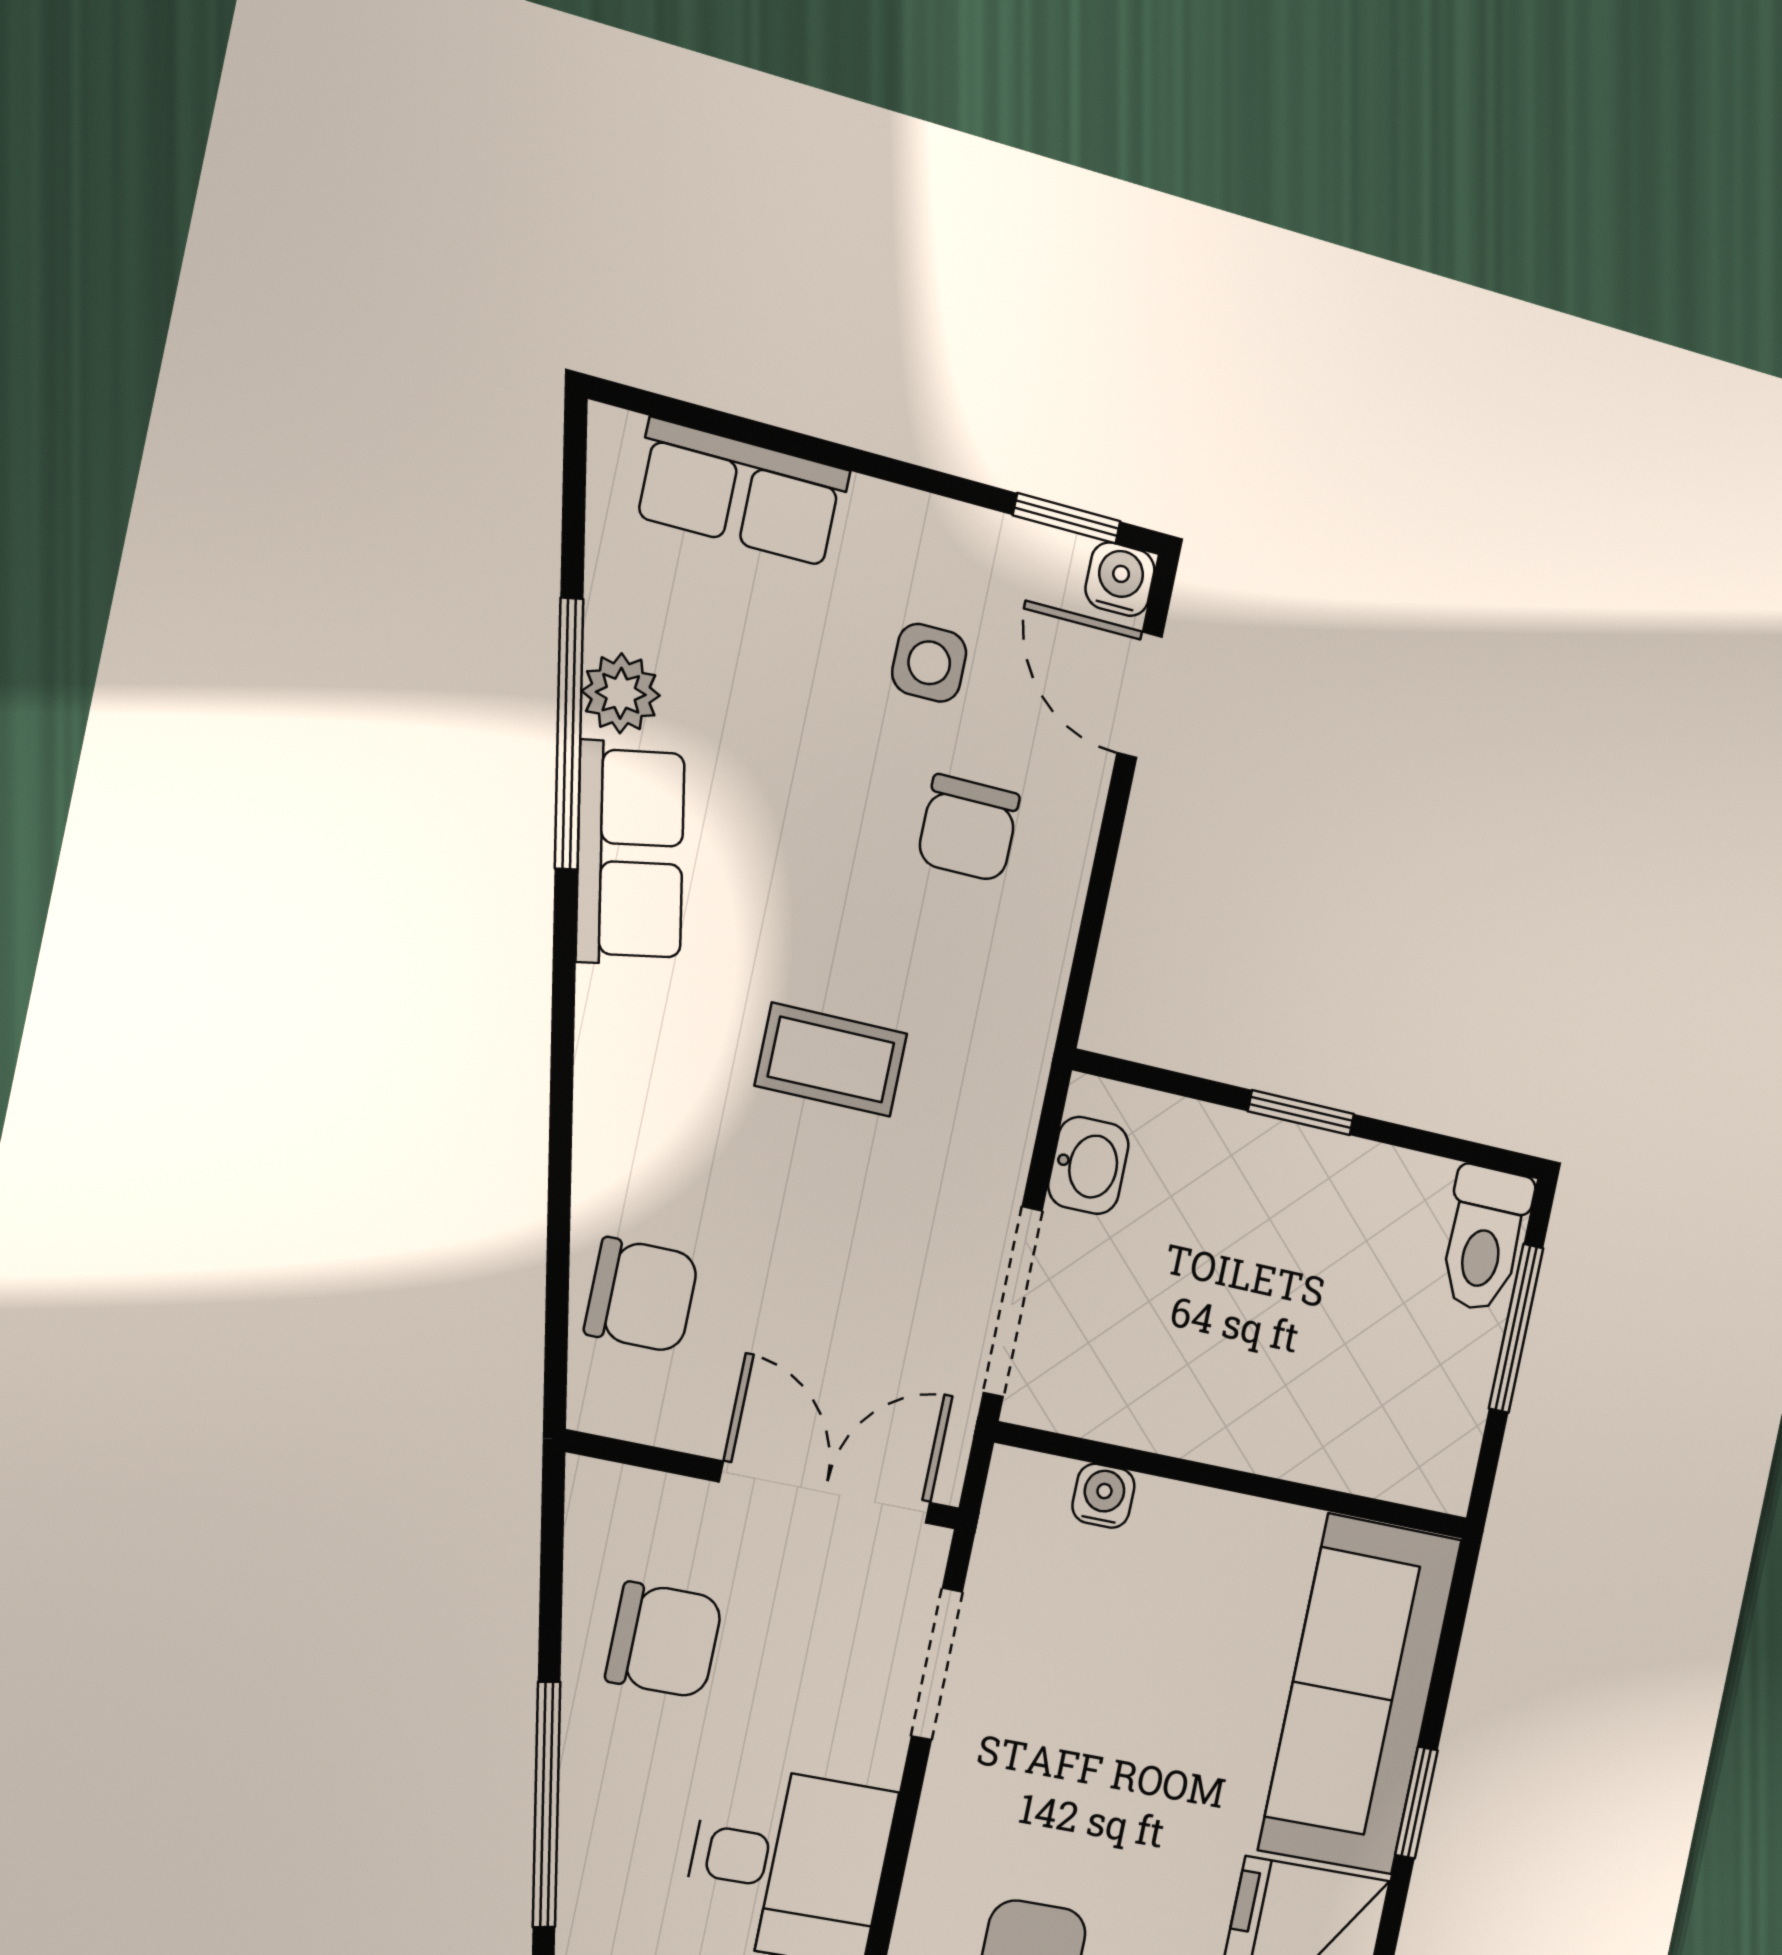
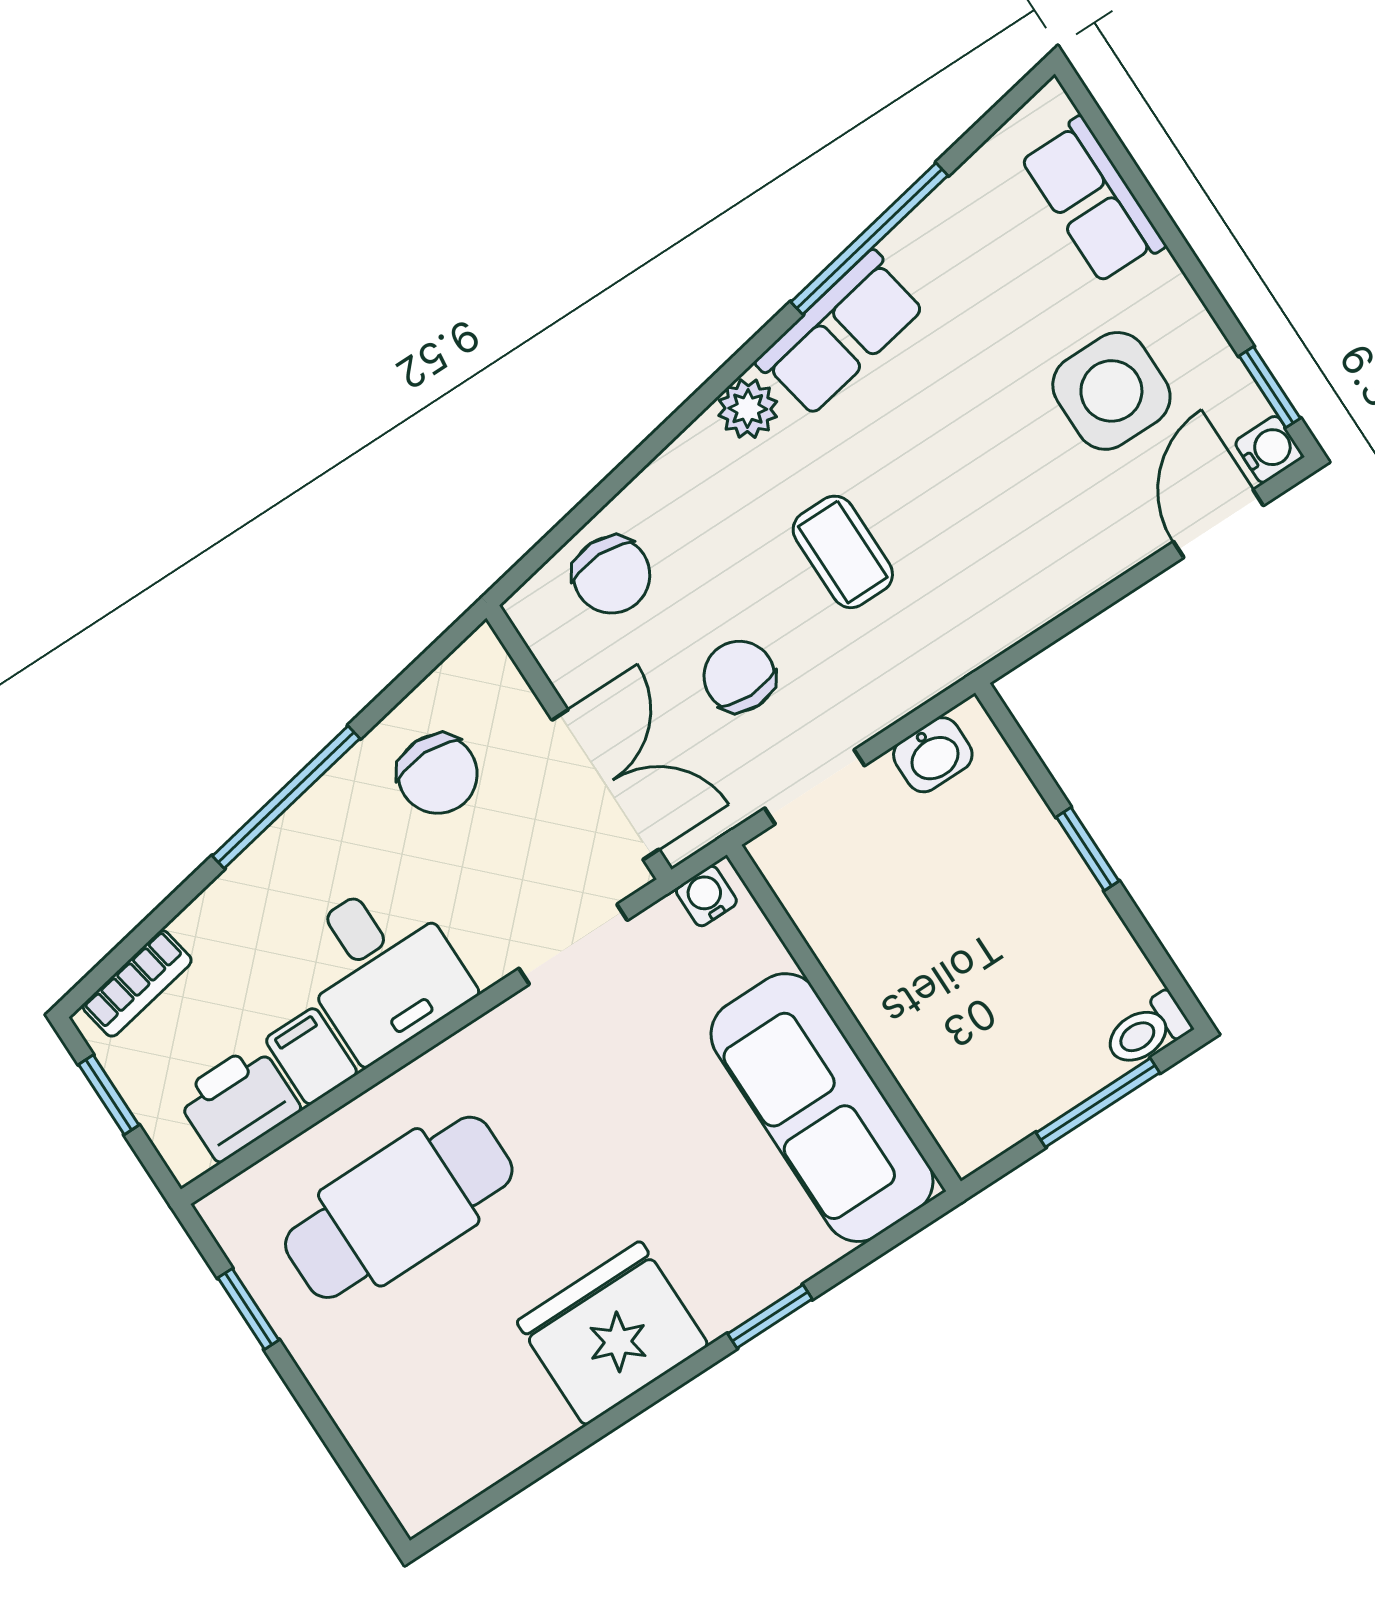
side table: (929, 663) -> (1111, 391), width x1.87, depth x1.87
plant: (621, 693) -> (748, 409), moved
chair: (968, 828) -> (739, 676), moved, turned 90
toilet: (1484, 1239) -> (1147, 1031), width x0.73, depth x0.72
doorway: (1013, 1302) -> (815, 787), width x0.73
water cooler: (1103, 1496) -> (706, 896), moved, turned -90
sofa: (1360, 1695) -> (822, 1108), moved, turned -90

